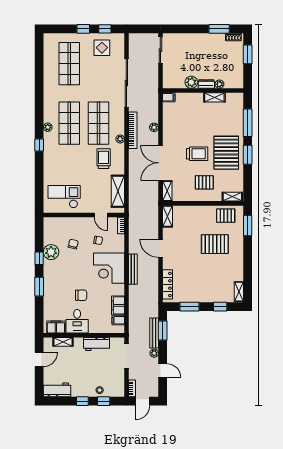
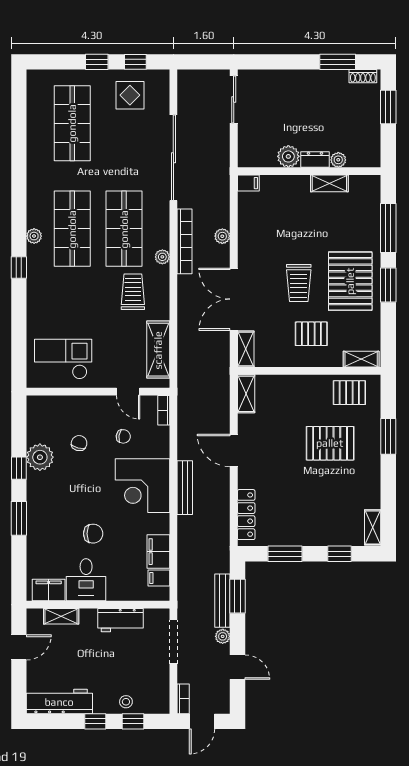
trolley: (197, 154) -> (299, 283), turned 90
window: (248, 225) -> (388, 436), moved
workbench: (57, 390) -> (59, 702), width x1.38

